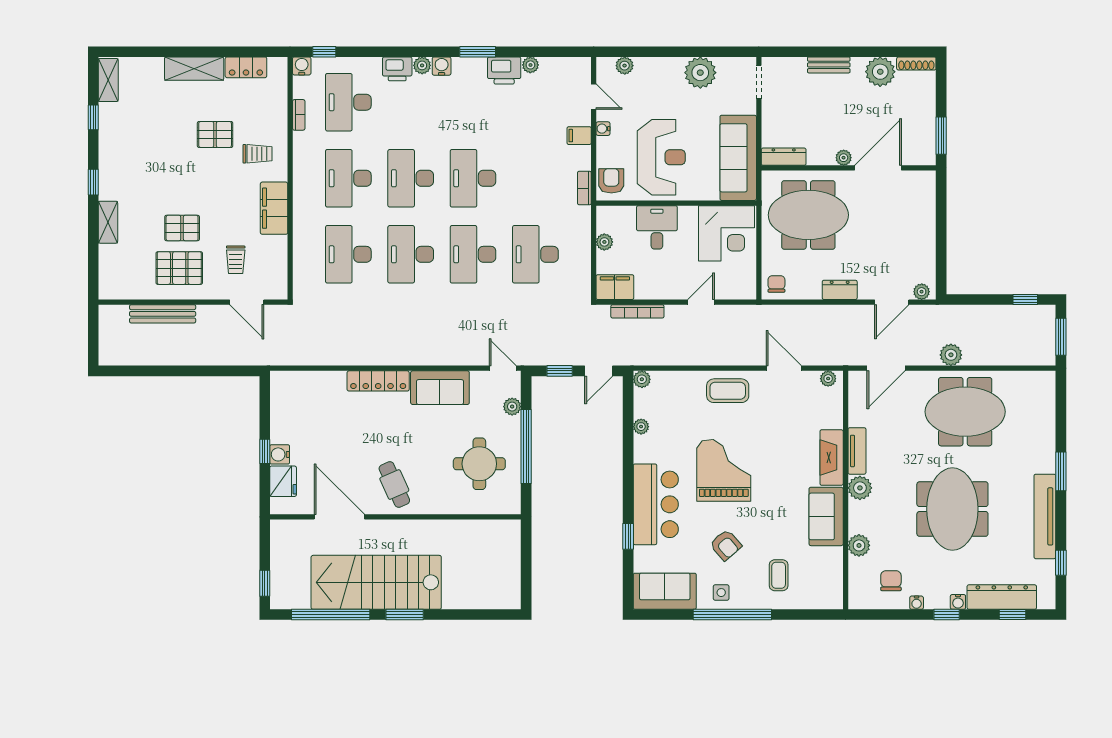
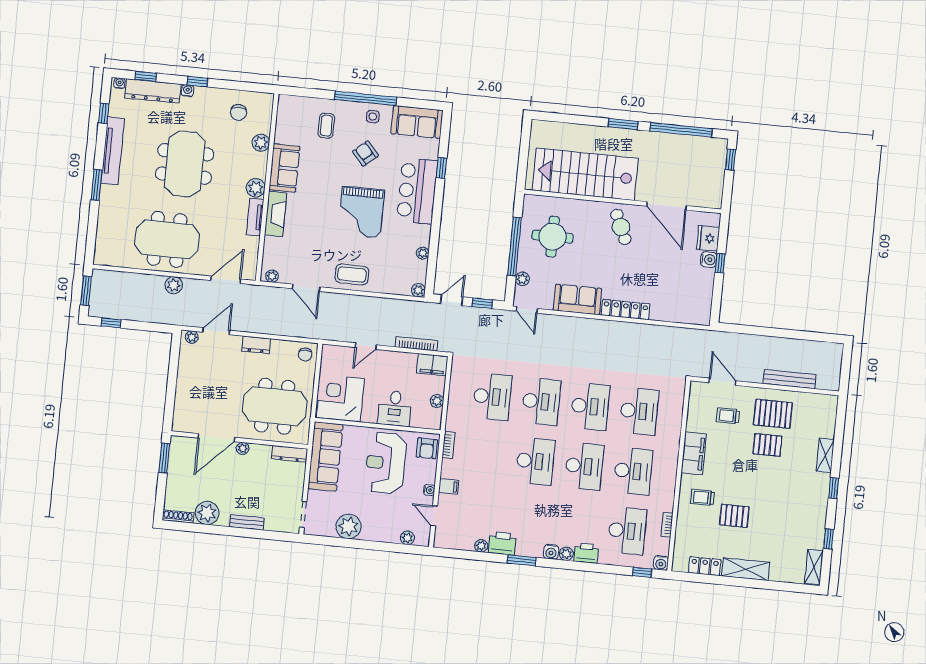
trolley: (236, 260) -> (728, 416), turned -90
stairs: (376, 582) -> (585, 174), moved, turned 180
water cooler: (917, 603) -> (119, 83), moved

